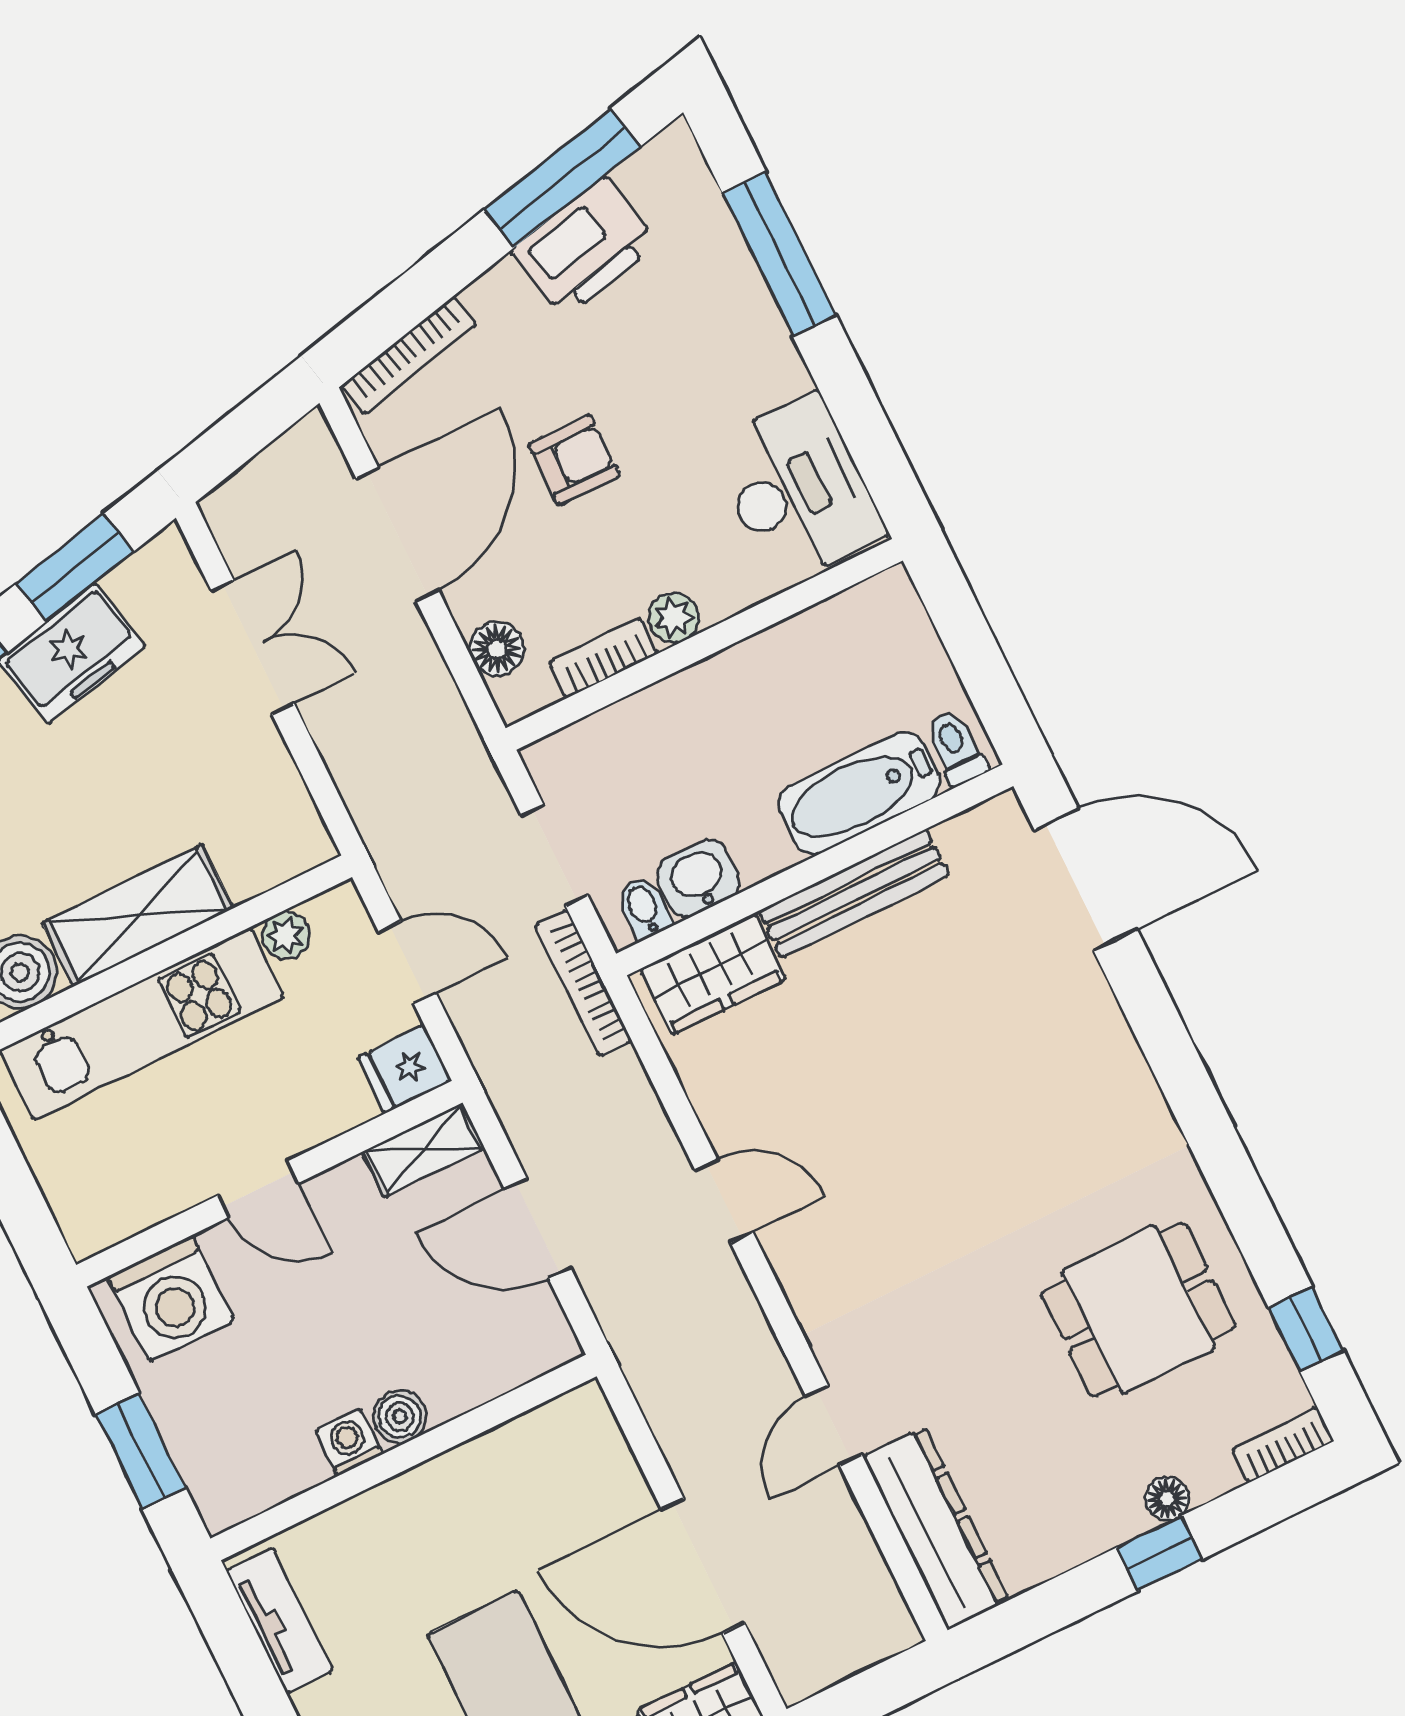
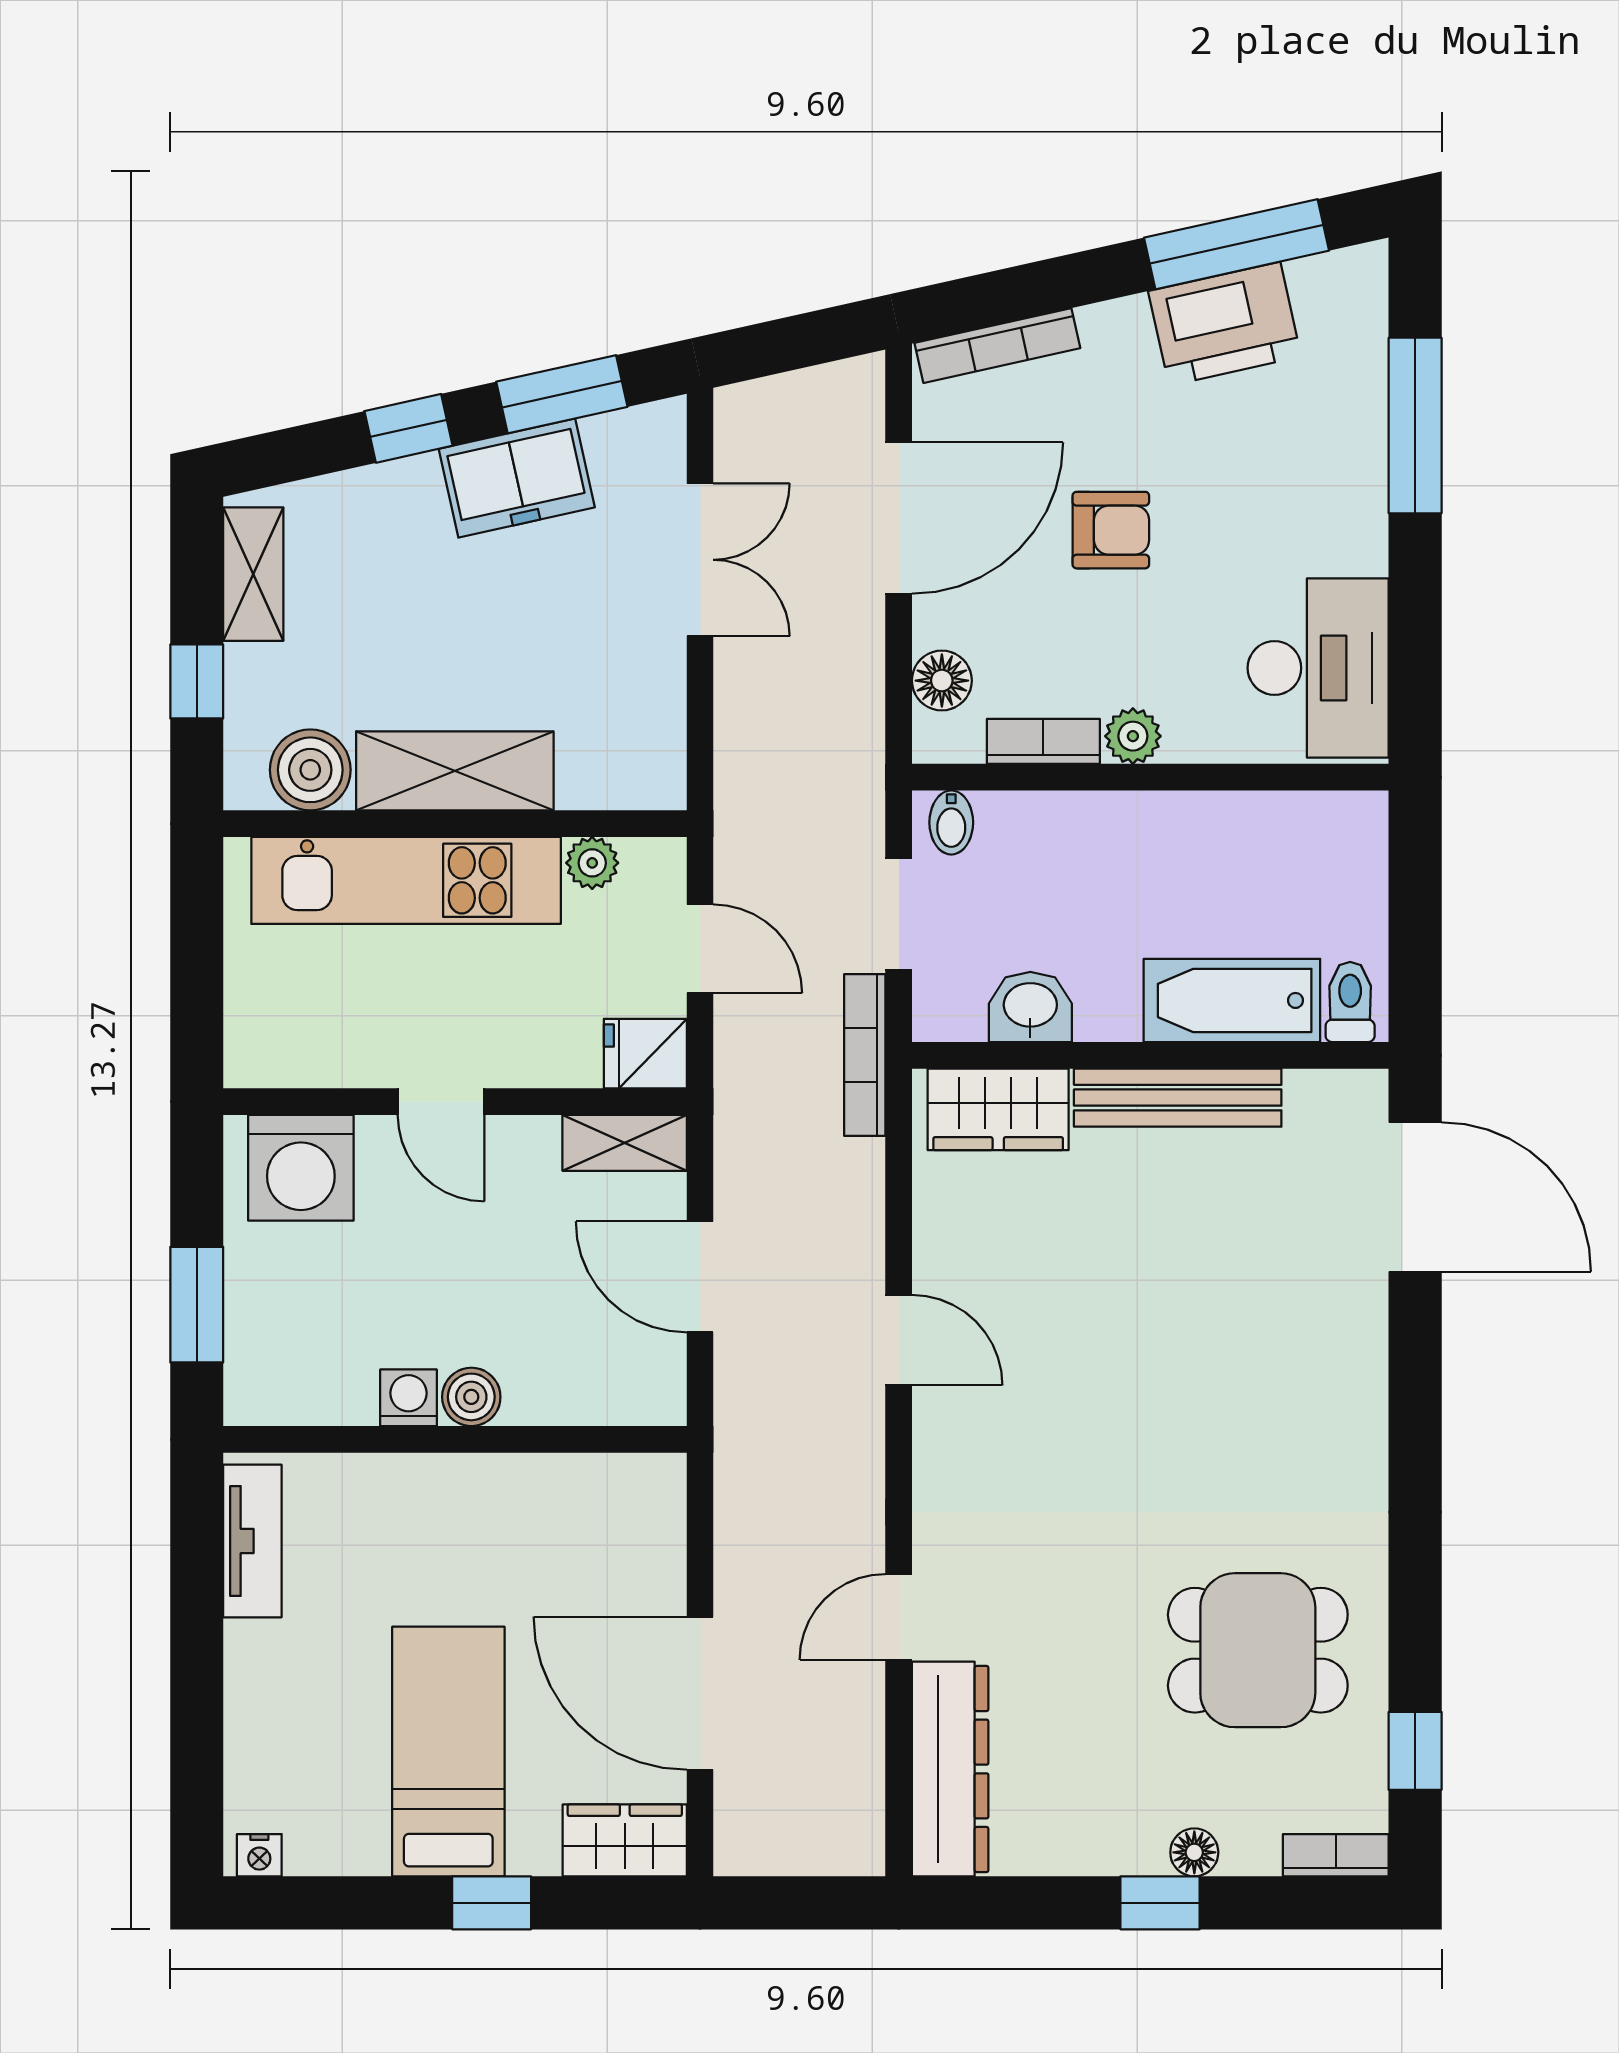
bidet: (644, 908) -> (951, 822), moved, turned 180

